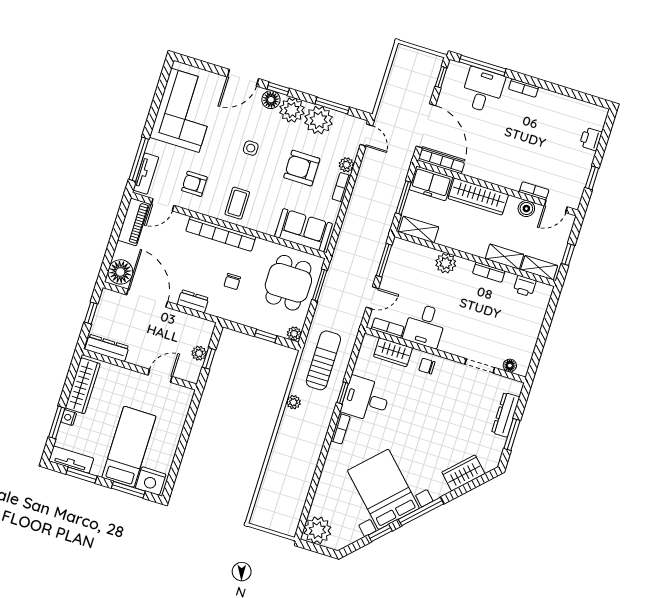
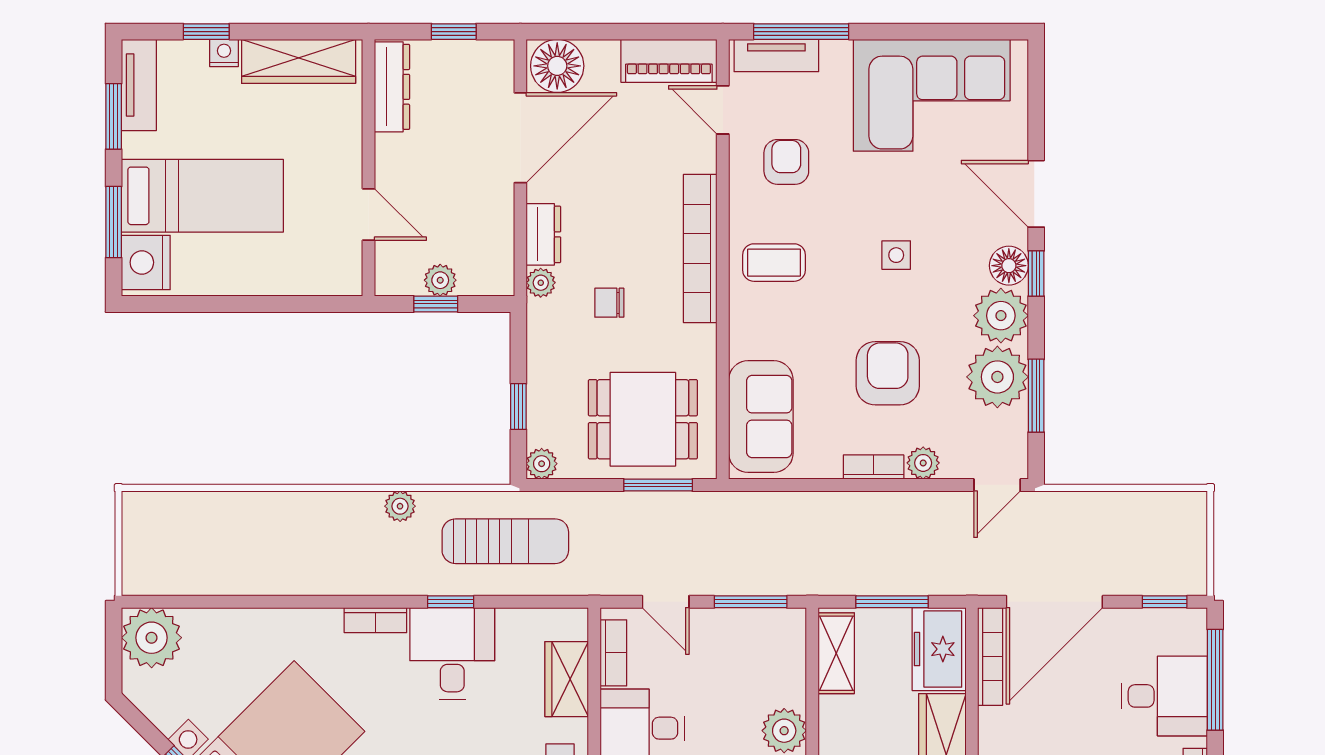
plant: (214, 309) -> (541, 283), added
window: (57, 422) -> (206, 32), width x0.67

